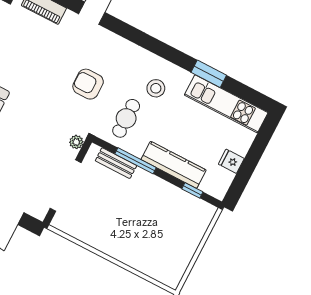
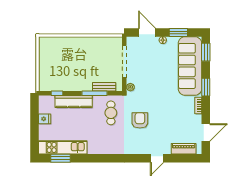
window: (209, 74) -> (60, 158), moved
armchair: (88, 84) -> (140, 120), turned -90
stool: (156, 88) -> (103, 136), removed

